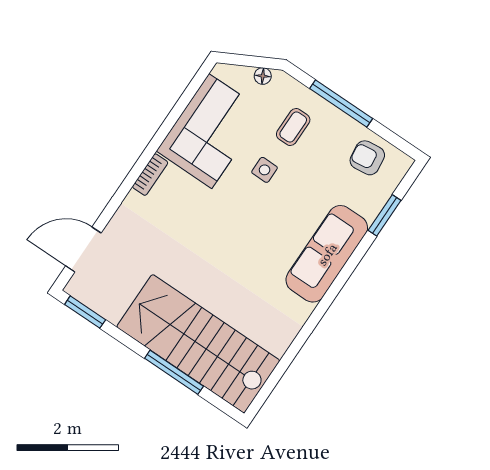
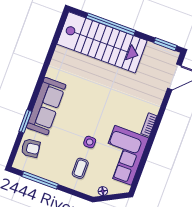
window: (341, 104) -> (40, 180), moved
armchair: (367, 158) -> (31, 148), moved
window: (385, 215) -> (25, 121), moved
window: (174, 372) -> (111, 24), width x1.46

